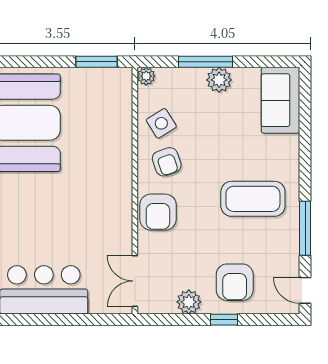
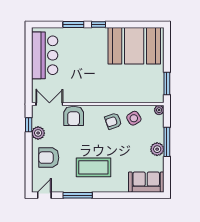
coffee table: (253, 199) -> (93, 167), turned 90
armchair: (158, 212) -> (74, 116), moved, turned -90
window: (224, 320) -> (29, 125), moved

